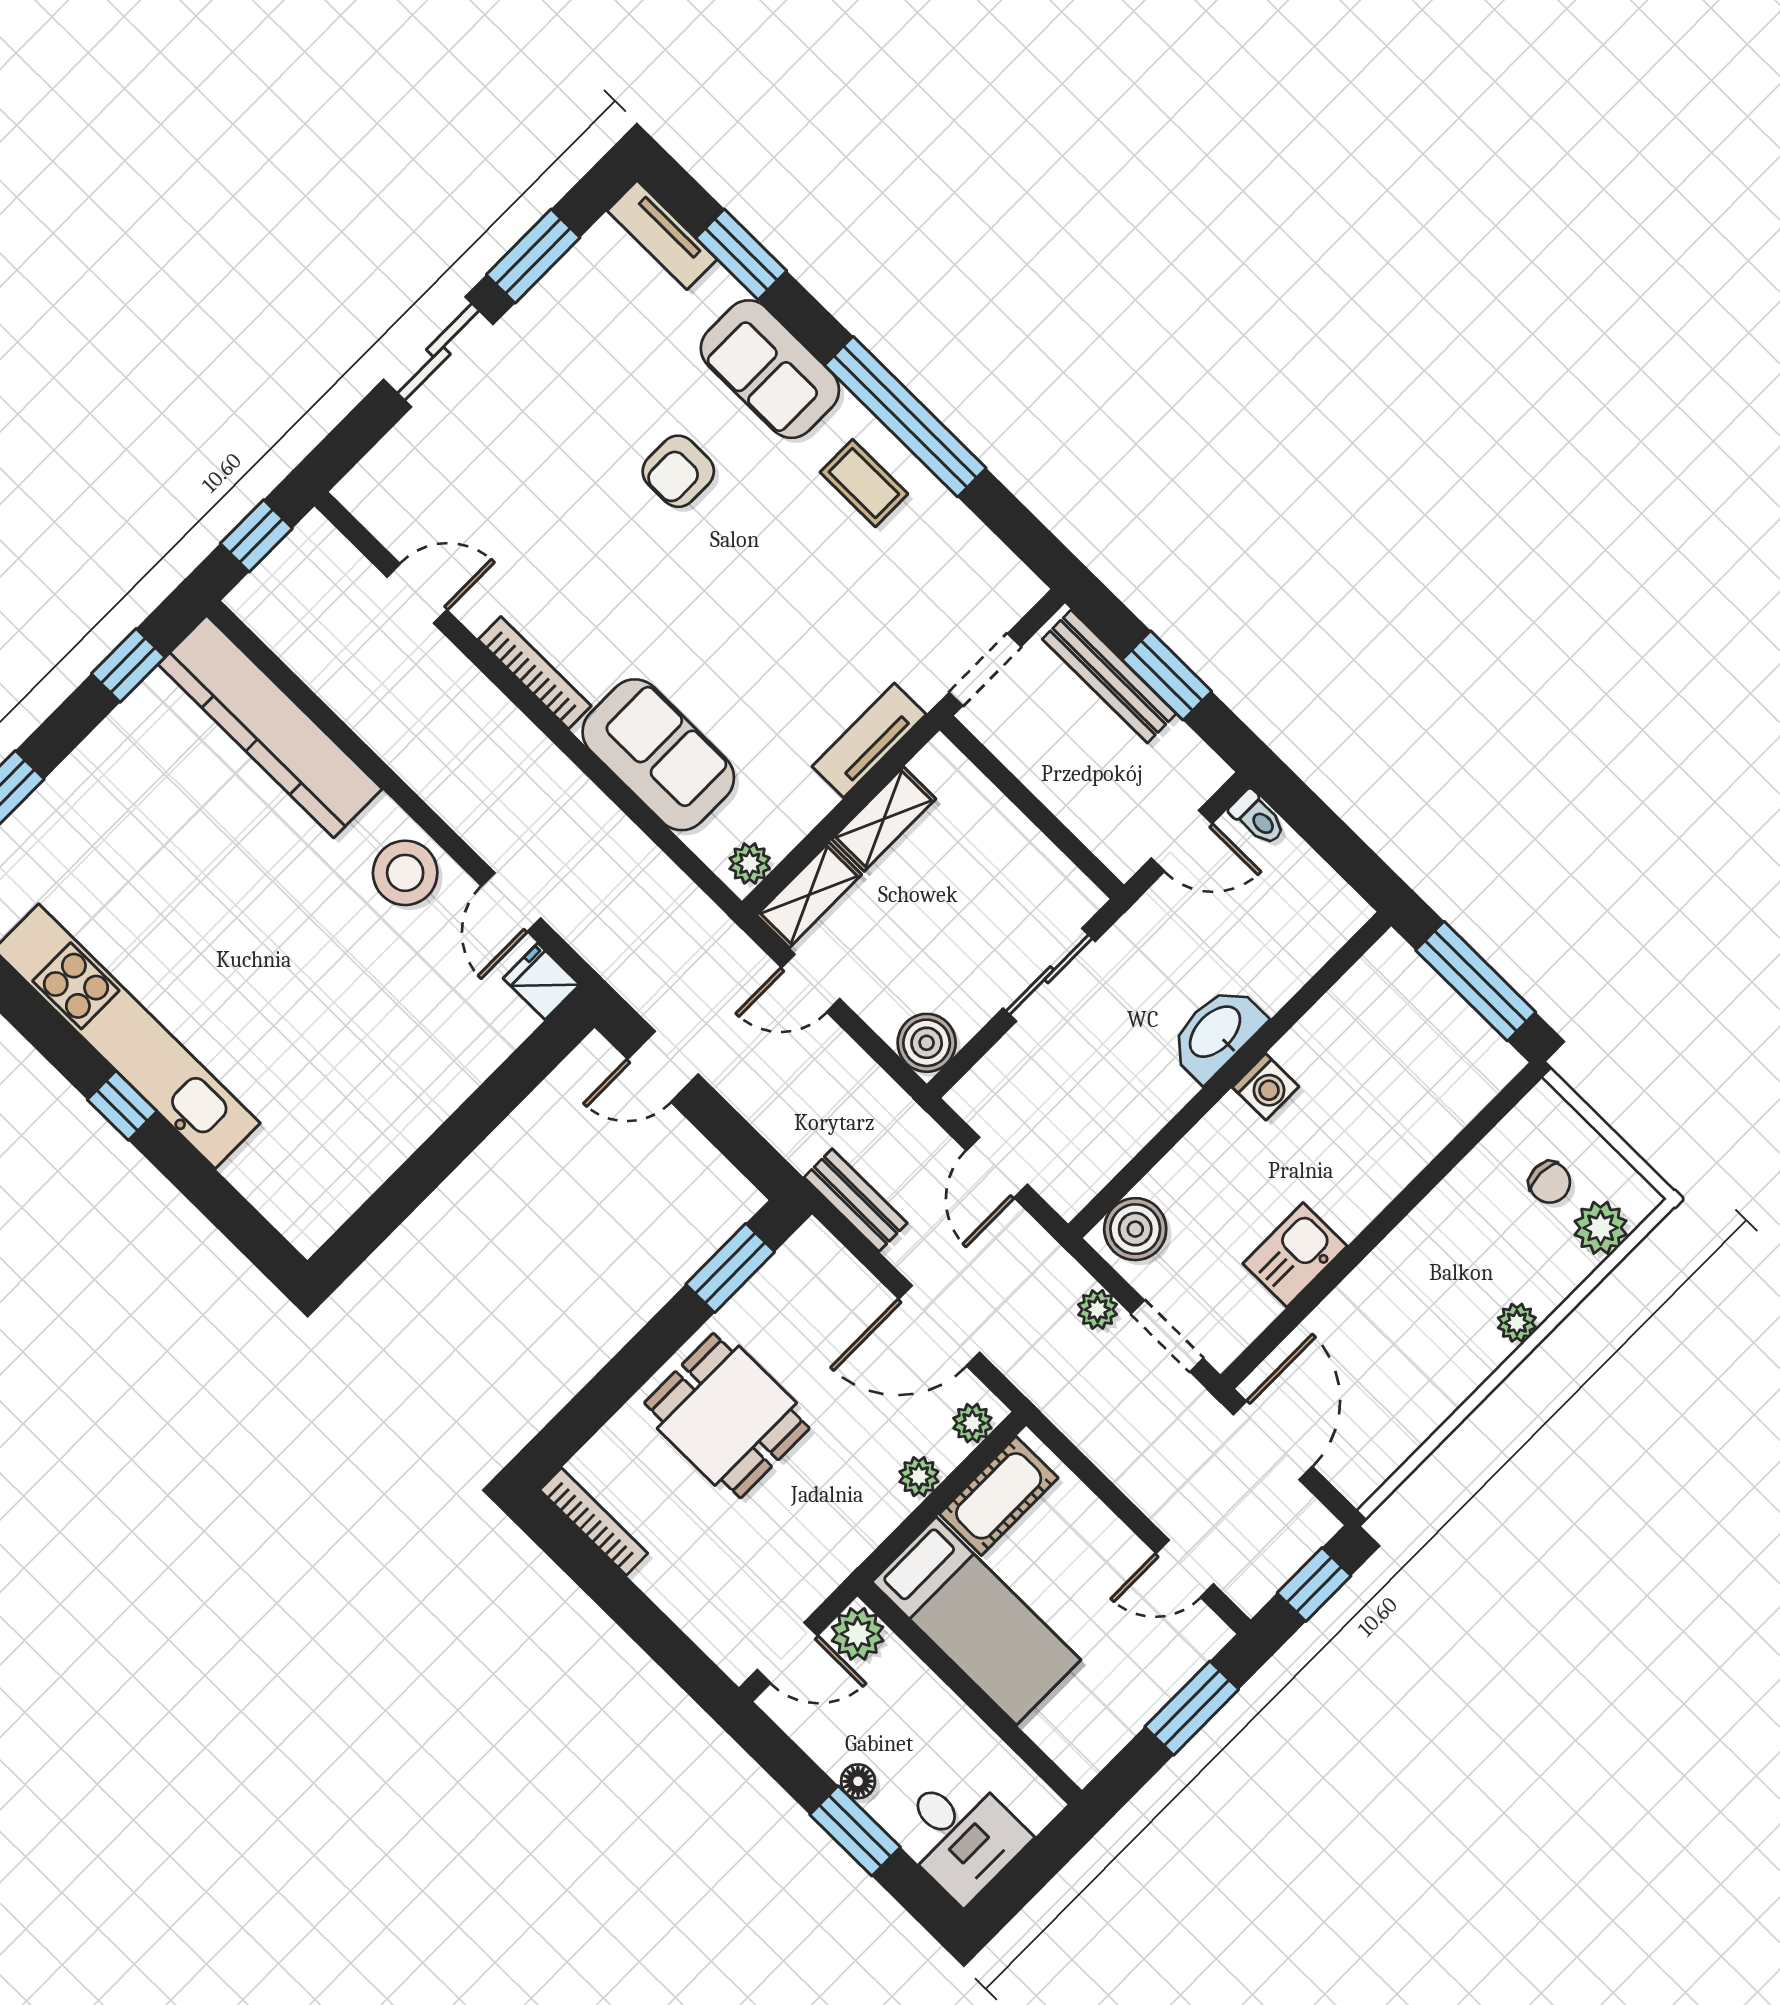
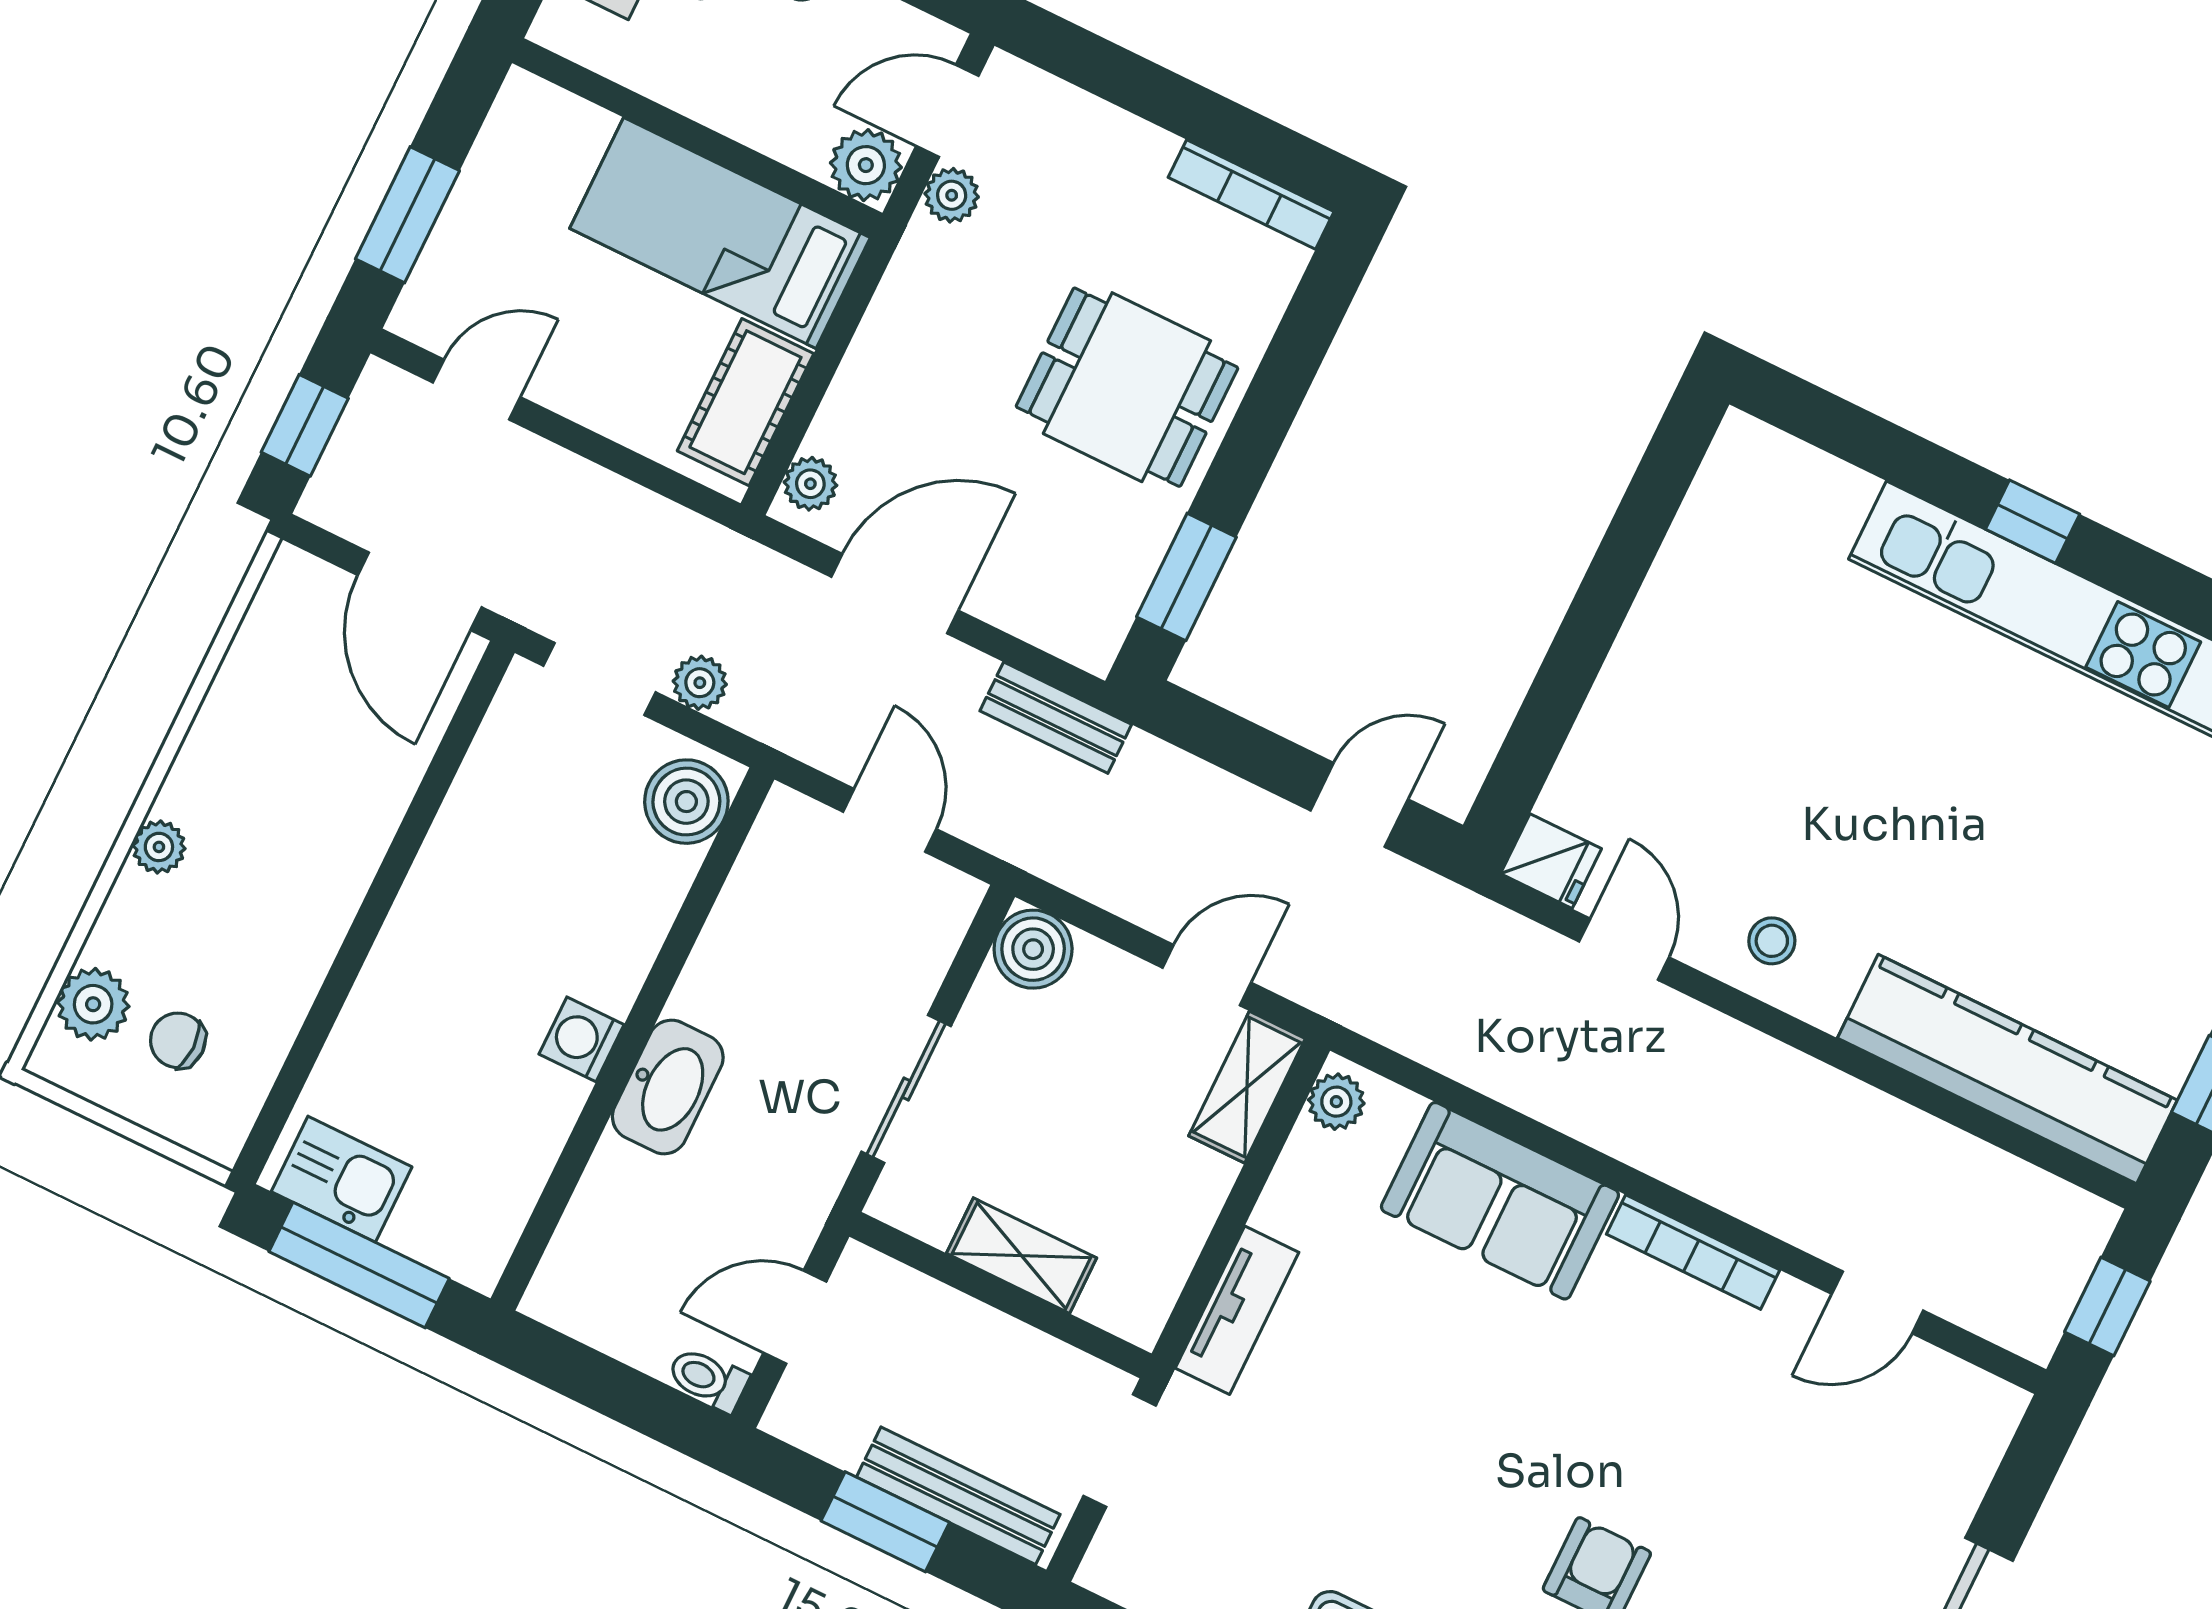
shelving: (884, 819) -> (1021, 1256), moved, turned 90
stool: (405, 873) -> (1772, 941), width x0.53, depth x0.53
kitchen sink: (1295, 1255) -> (342, 1179), moved, turned -90
plant: (919, 1477) -> (952, 195), moved

